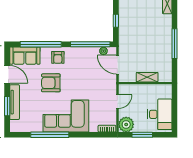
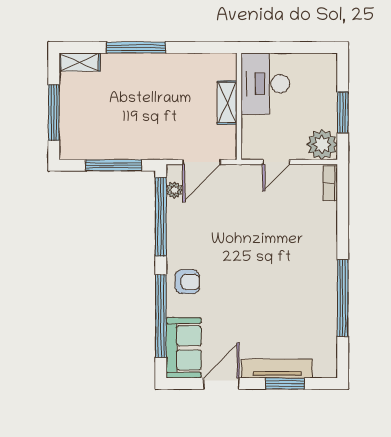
window: (116, 21) -> (114, 165), width x2.17
window: (175, 44) -> (136, 48), moved
armchair: (51, 83) -> (238, 296), removed
door: (117, 102) -> (276, 162), swing flipped
desk: (160, 114) -> (265, 84), moved, turned -90
corner sofa: (66, 116) -> (305, 266), removed

